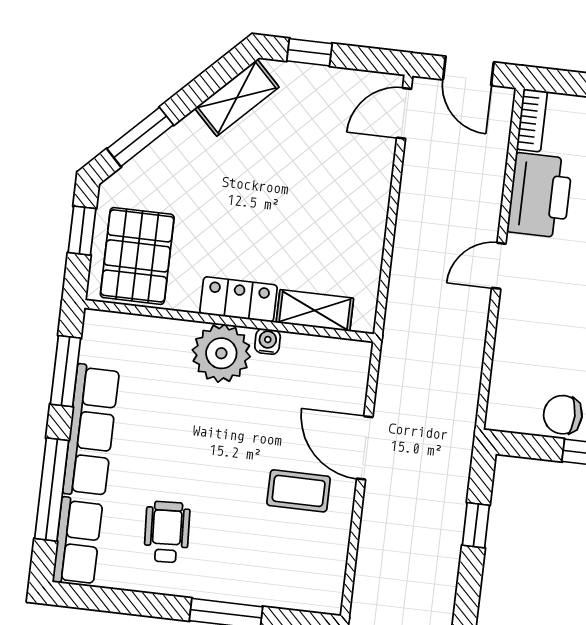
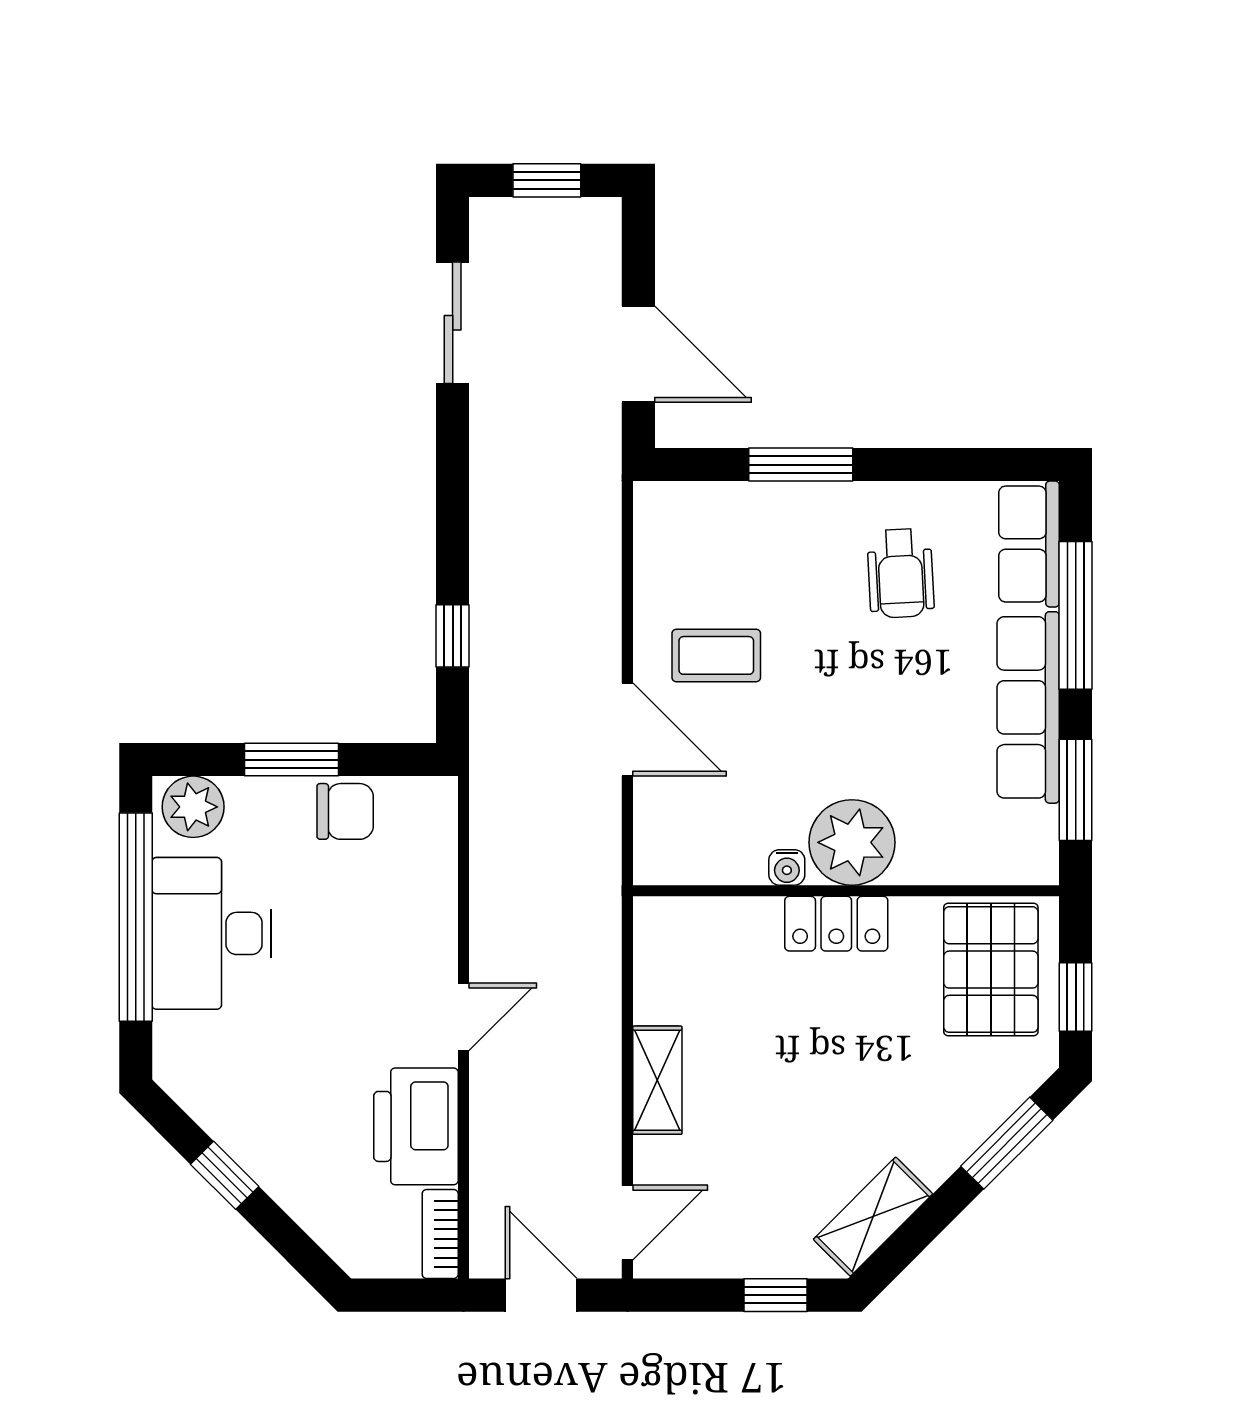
shelving: (315, 310) -> (657, 1080), moved, turned 90

